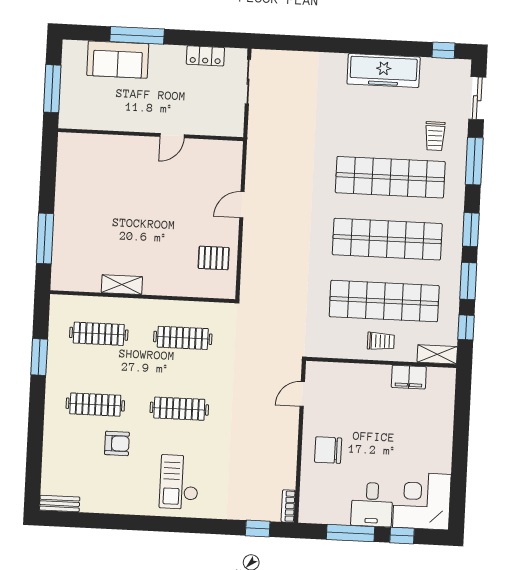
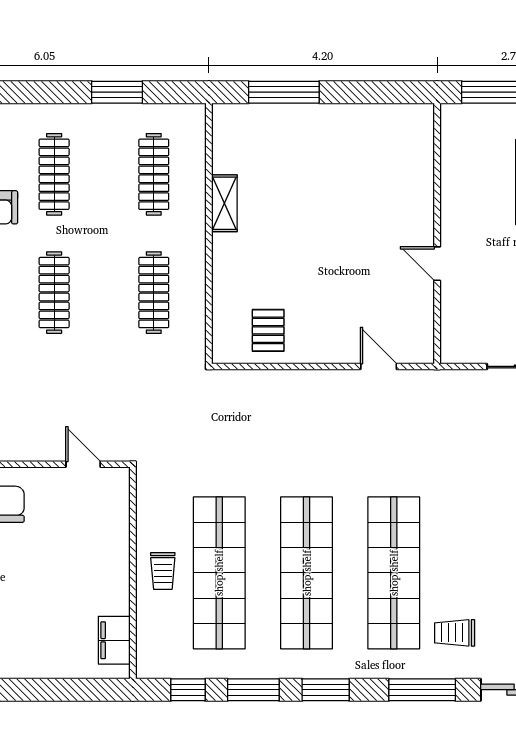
door: (242, 205) -> (379, 366), moved
shelving: (437, 354) -> (148, 651), removed
filing cabinet: (409, 377) -> (114, 640), moved

